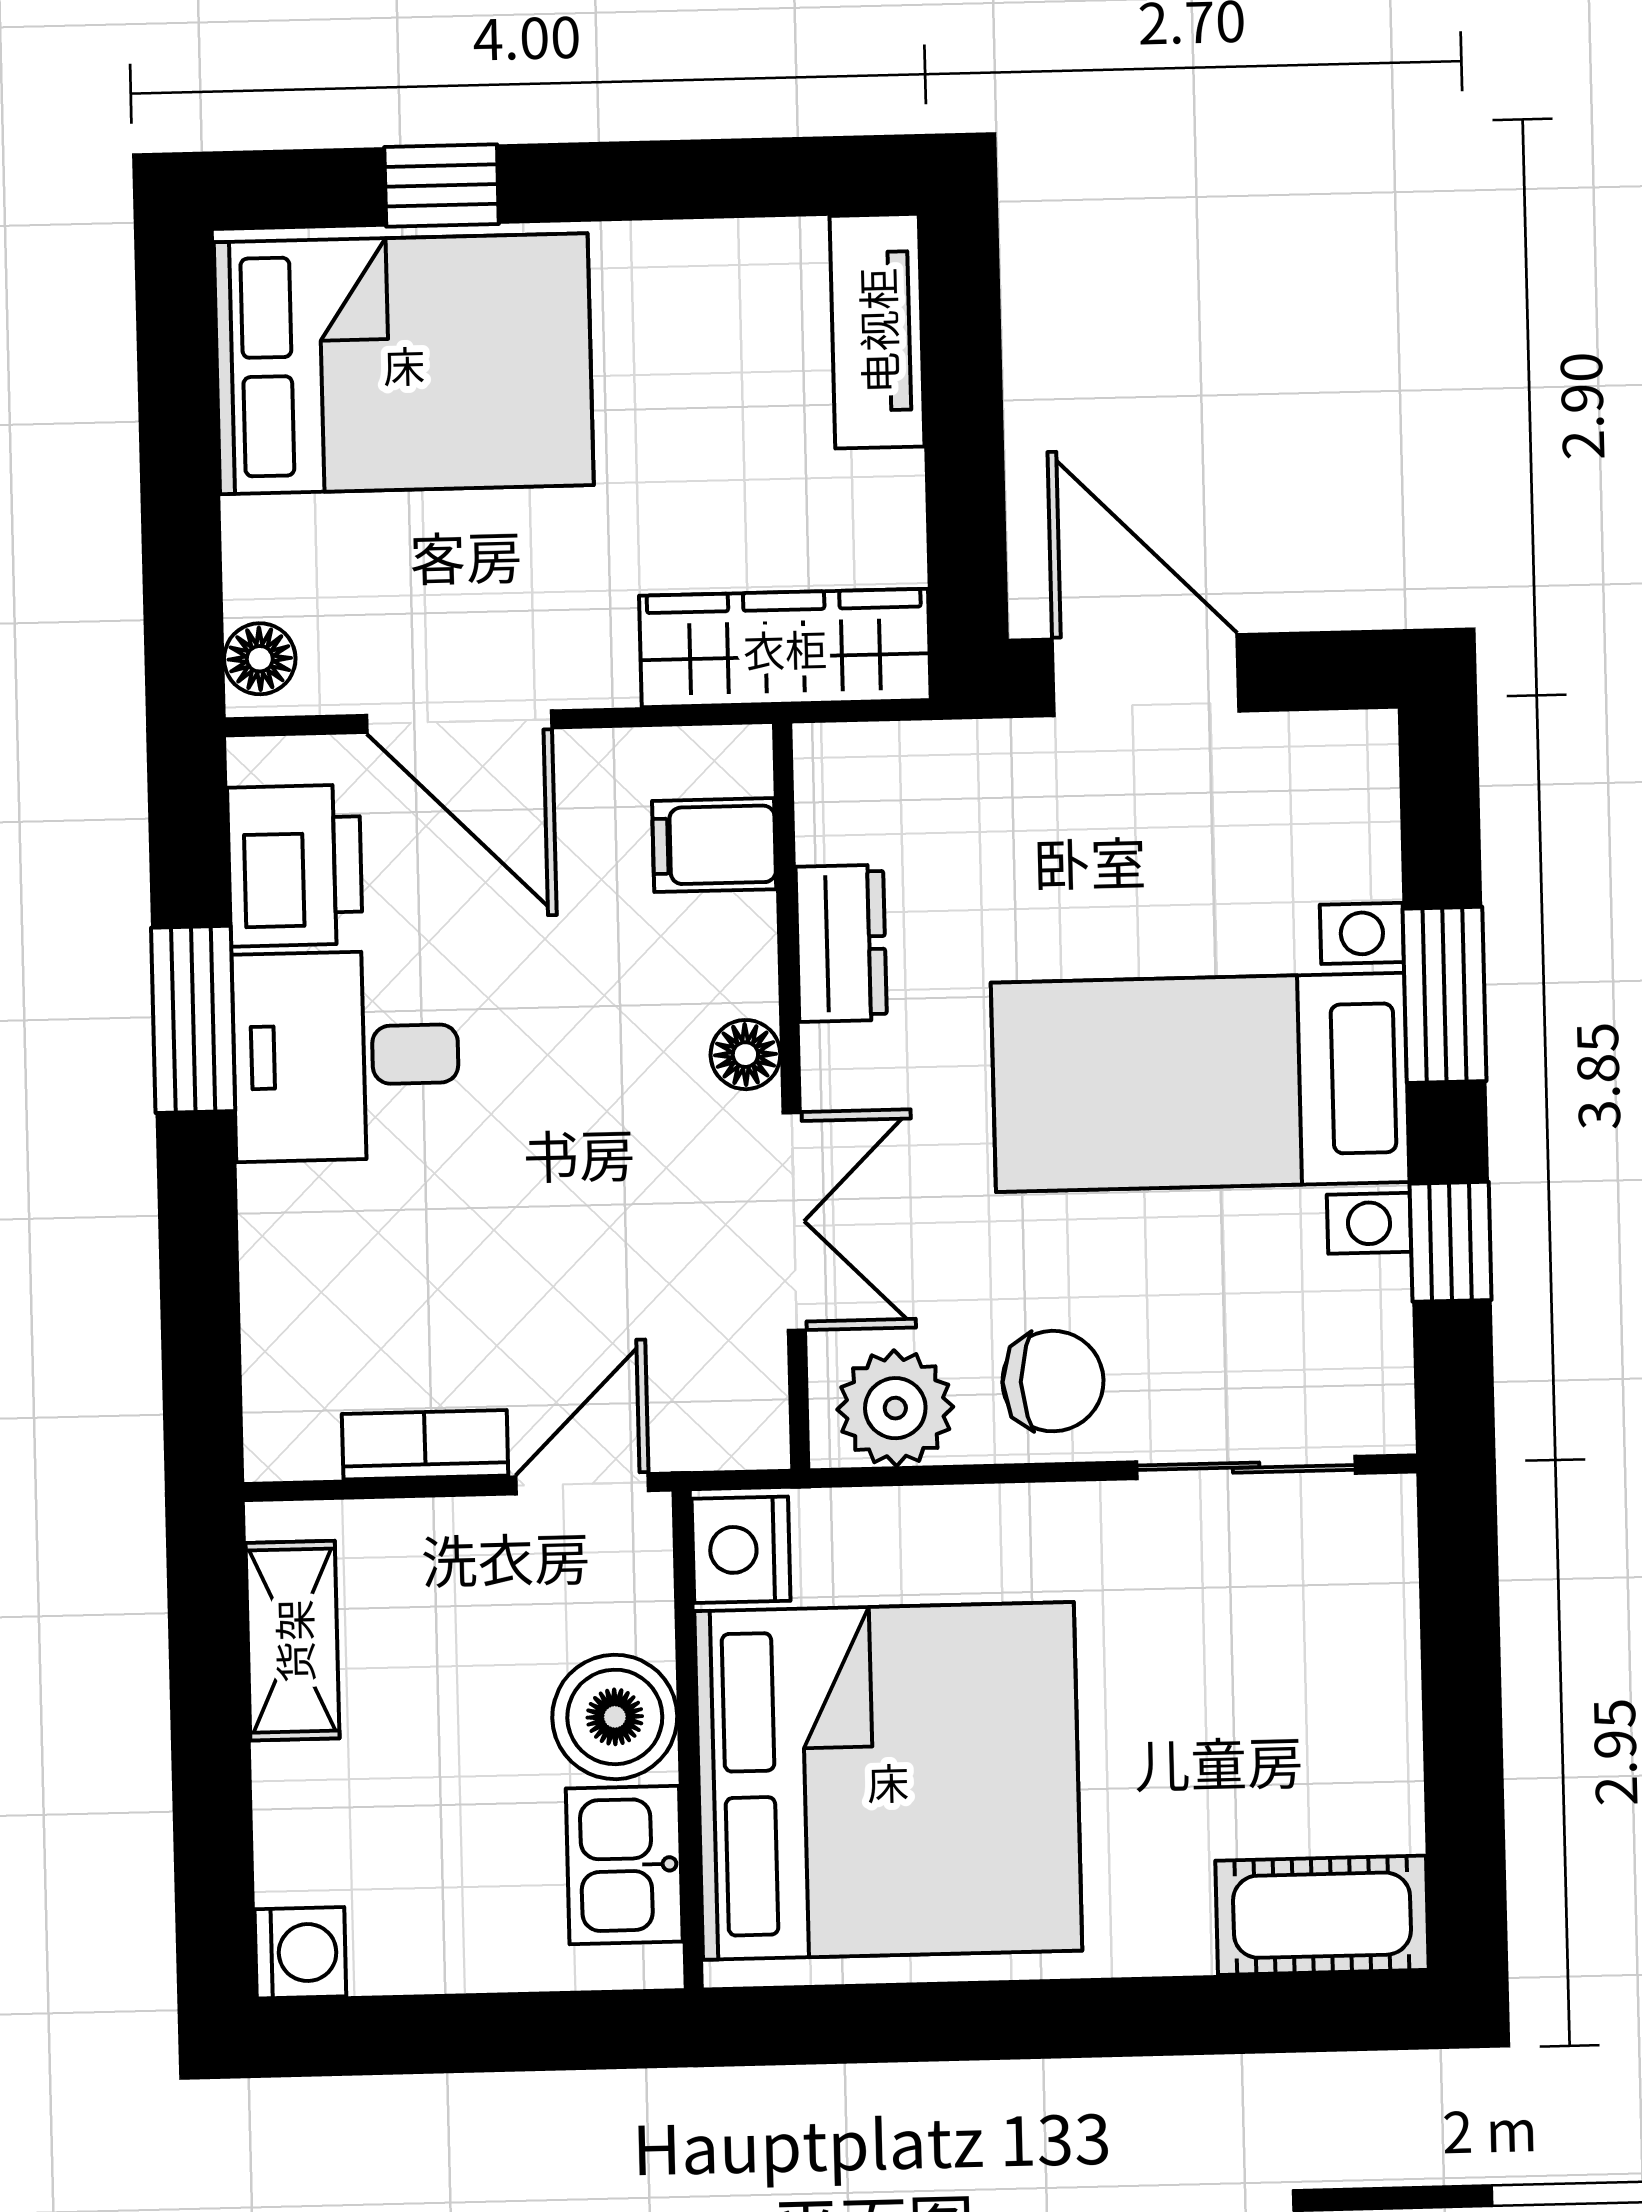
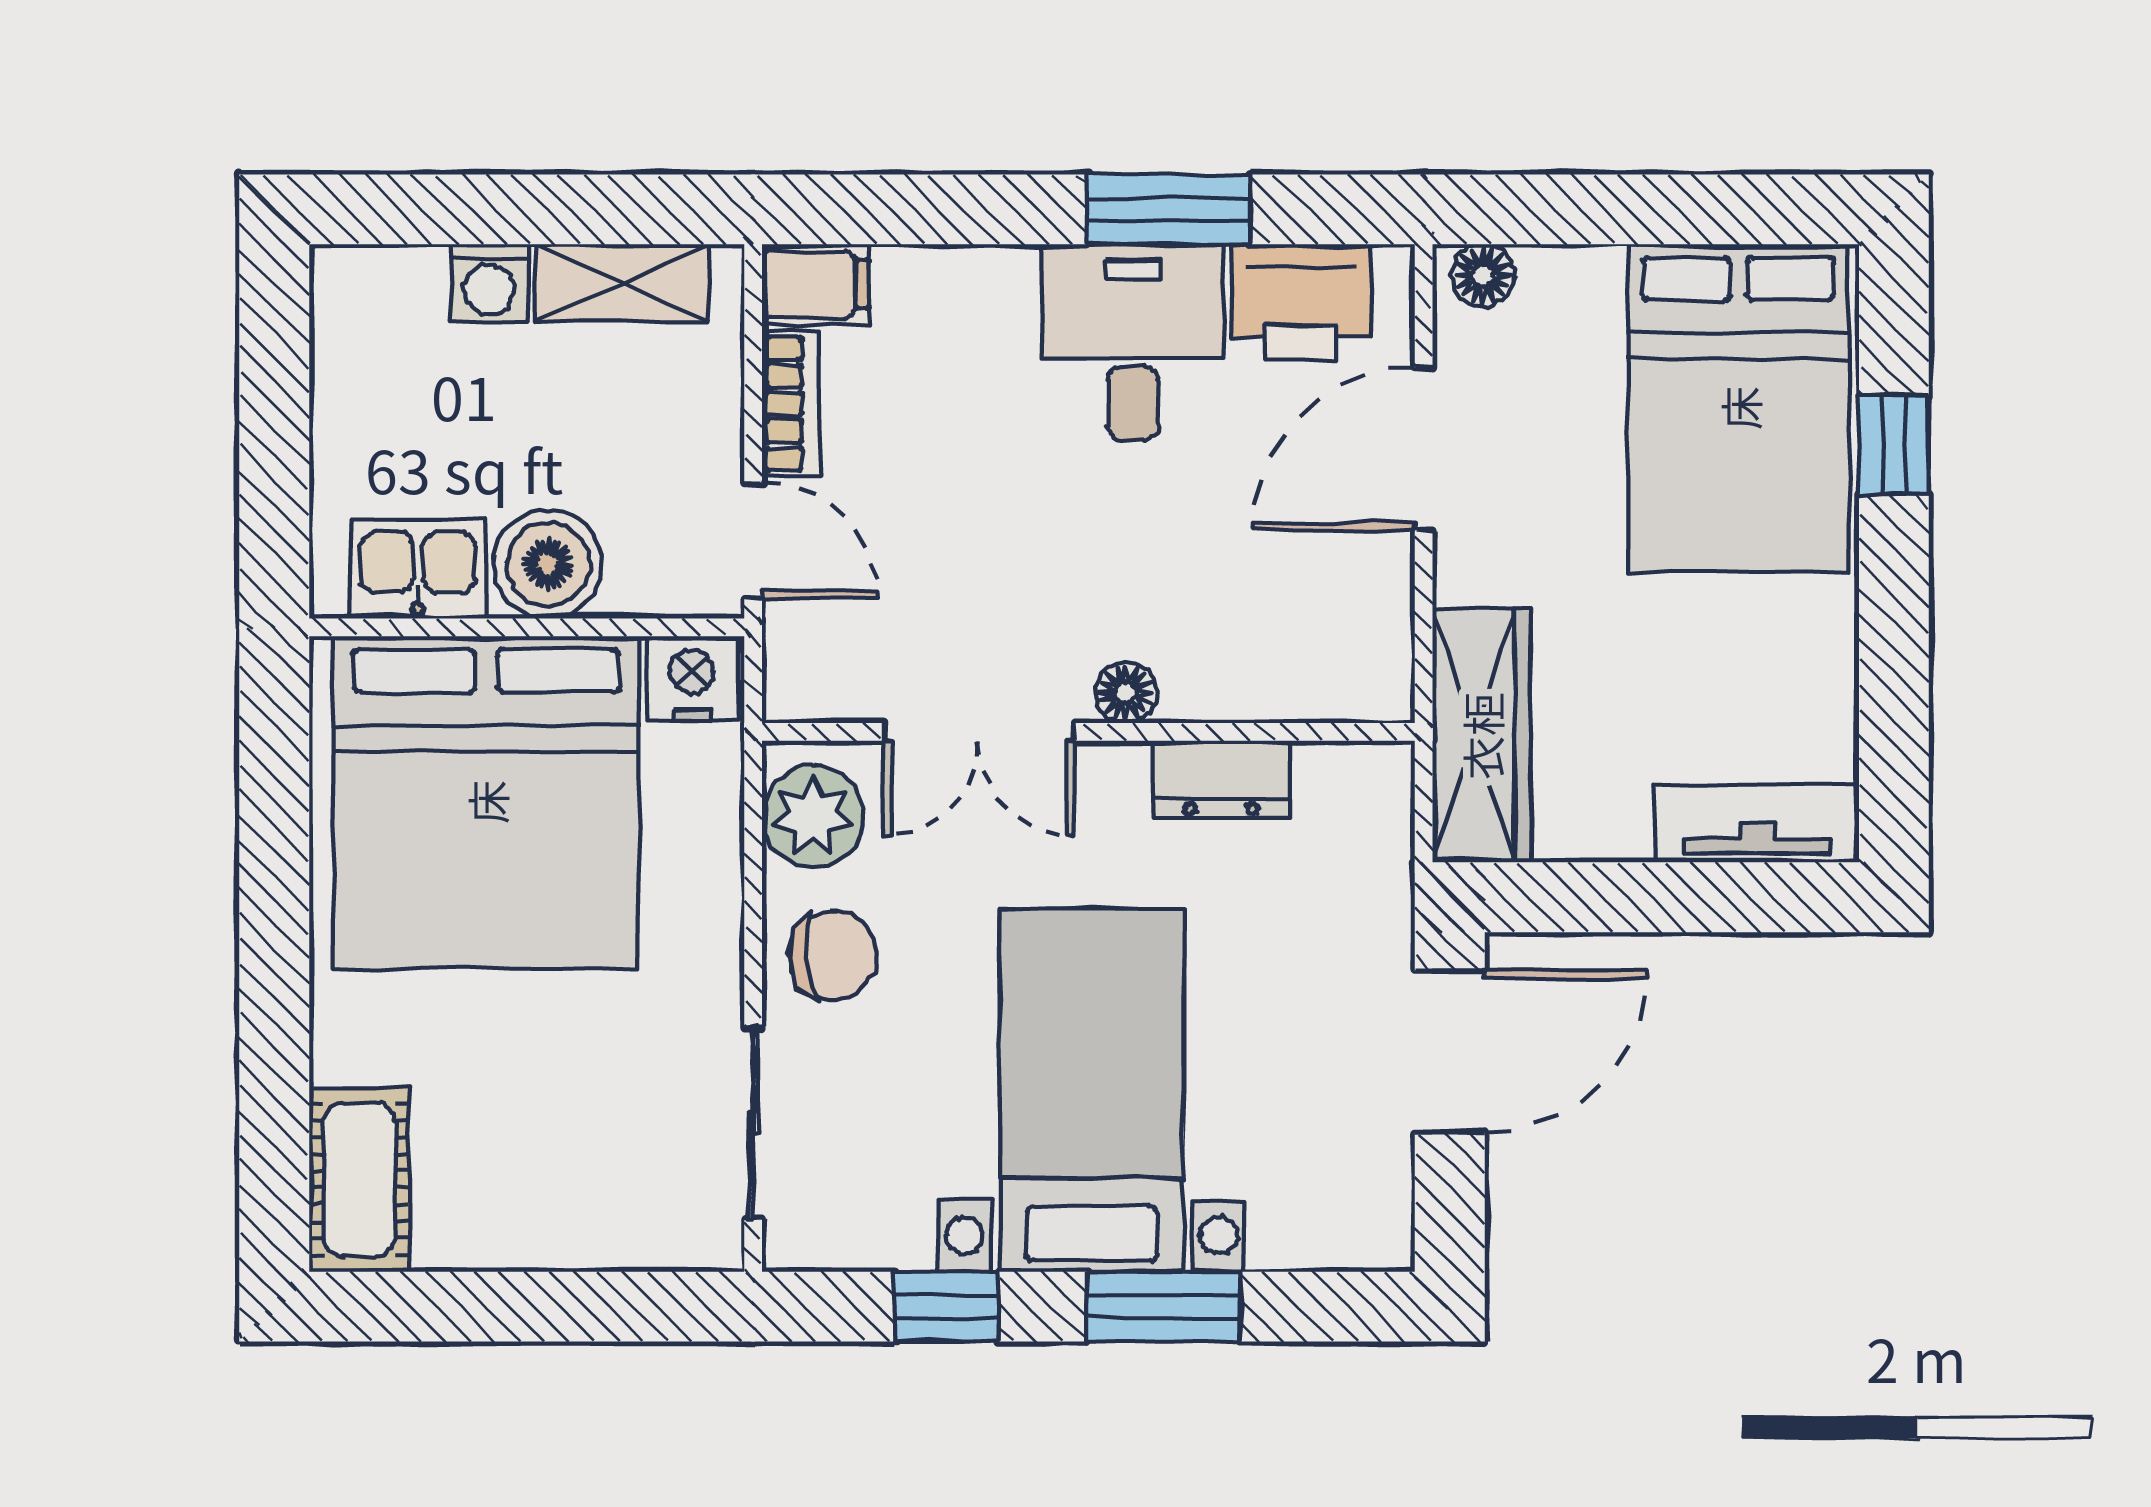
filing cabinet: (714, 845) -> (815, 284), moved, turned 90
chair: (1053, 1381) -> (833, 955), turned -94
washing machine: (300, 1953) -> (489, 283), moved

